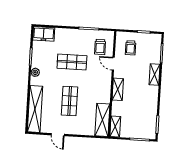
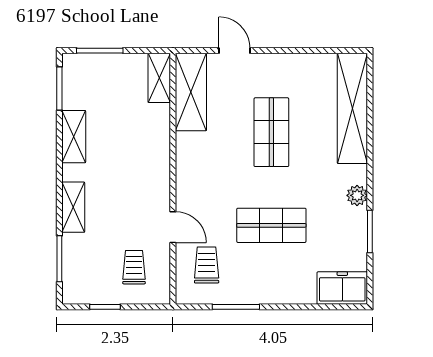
shelving: (118, 89) -> (74, 137), moved
door: (58, 135) -> (234, 51), moved

